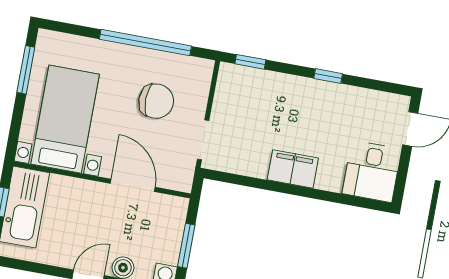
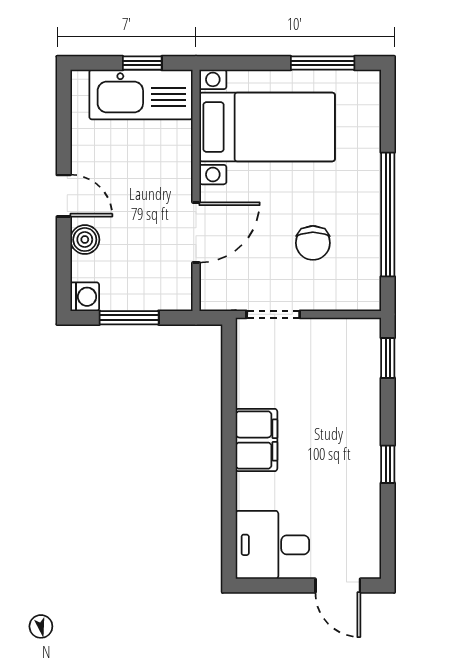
chair: (156, 101) -> (313, 243), width x0.73, depth x0.73

